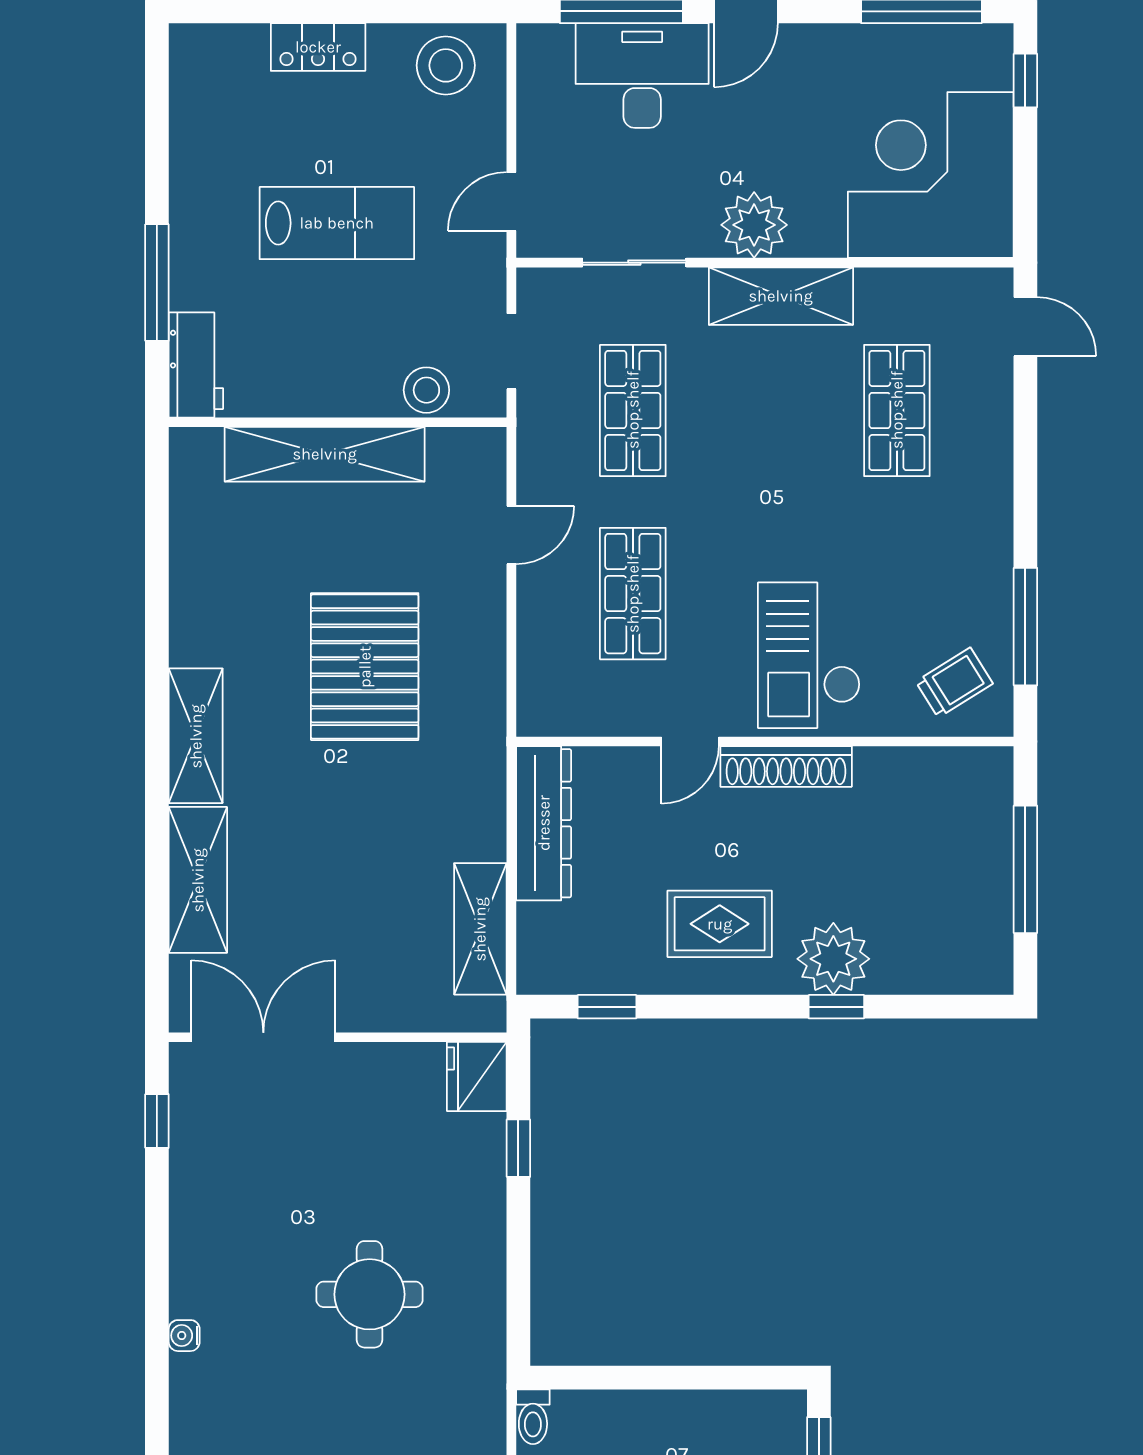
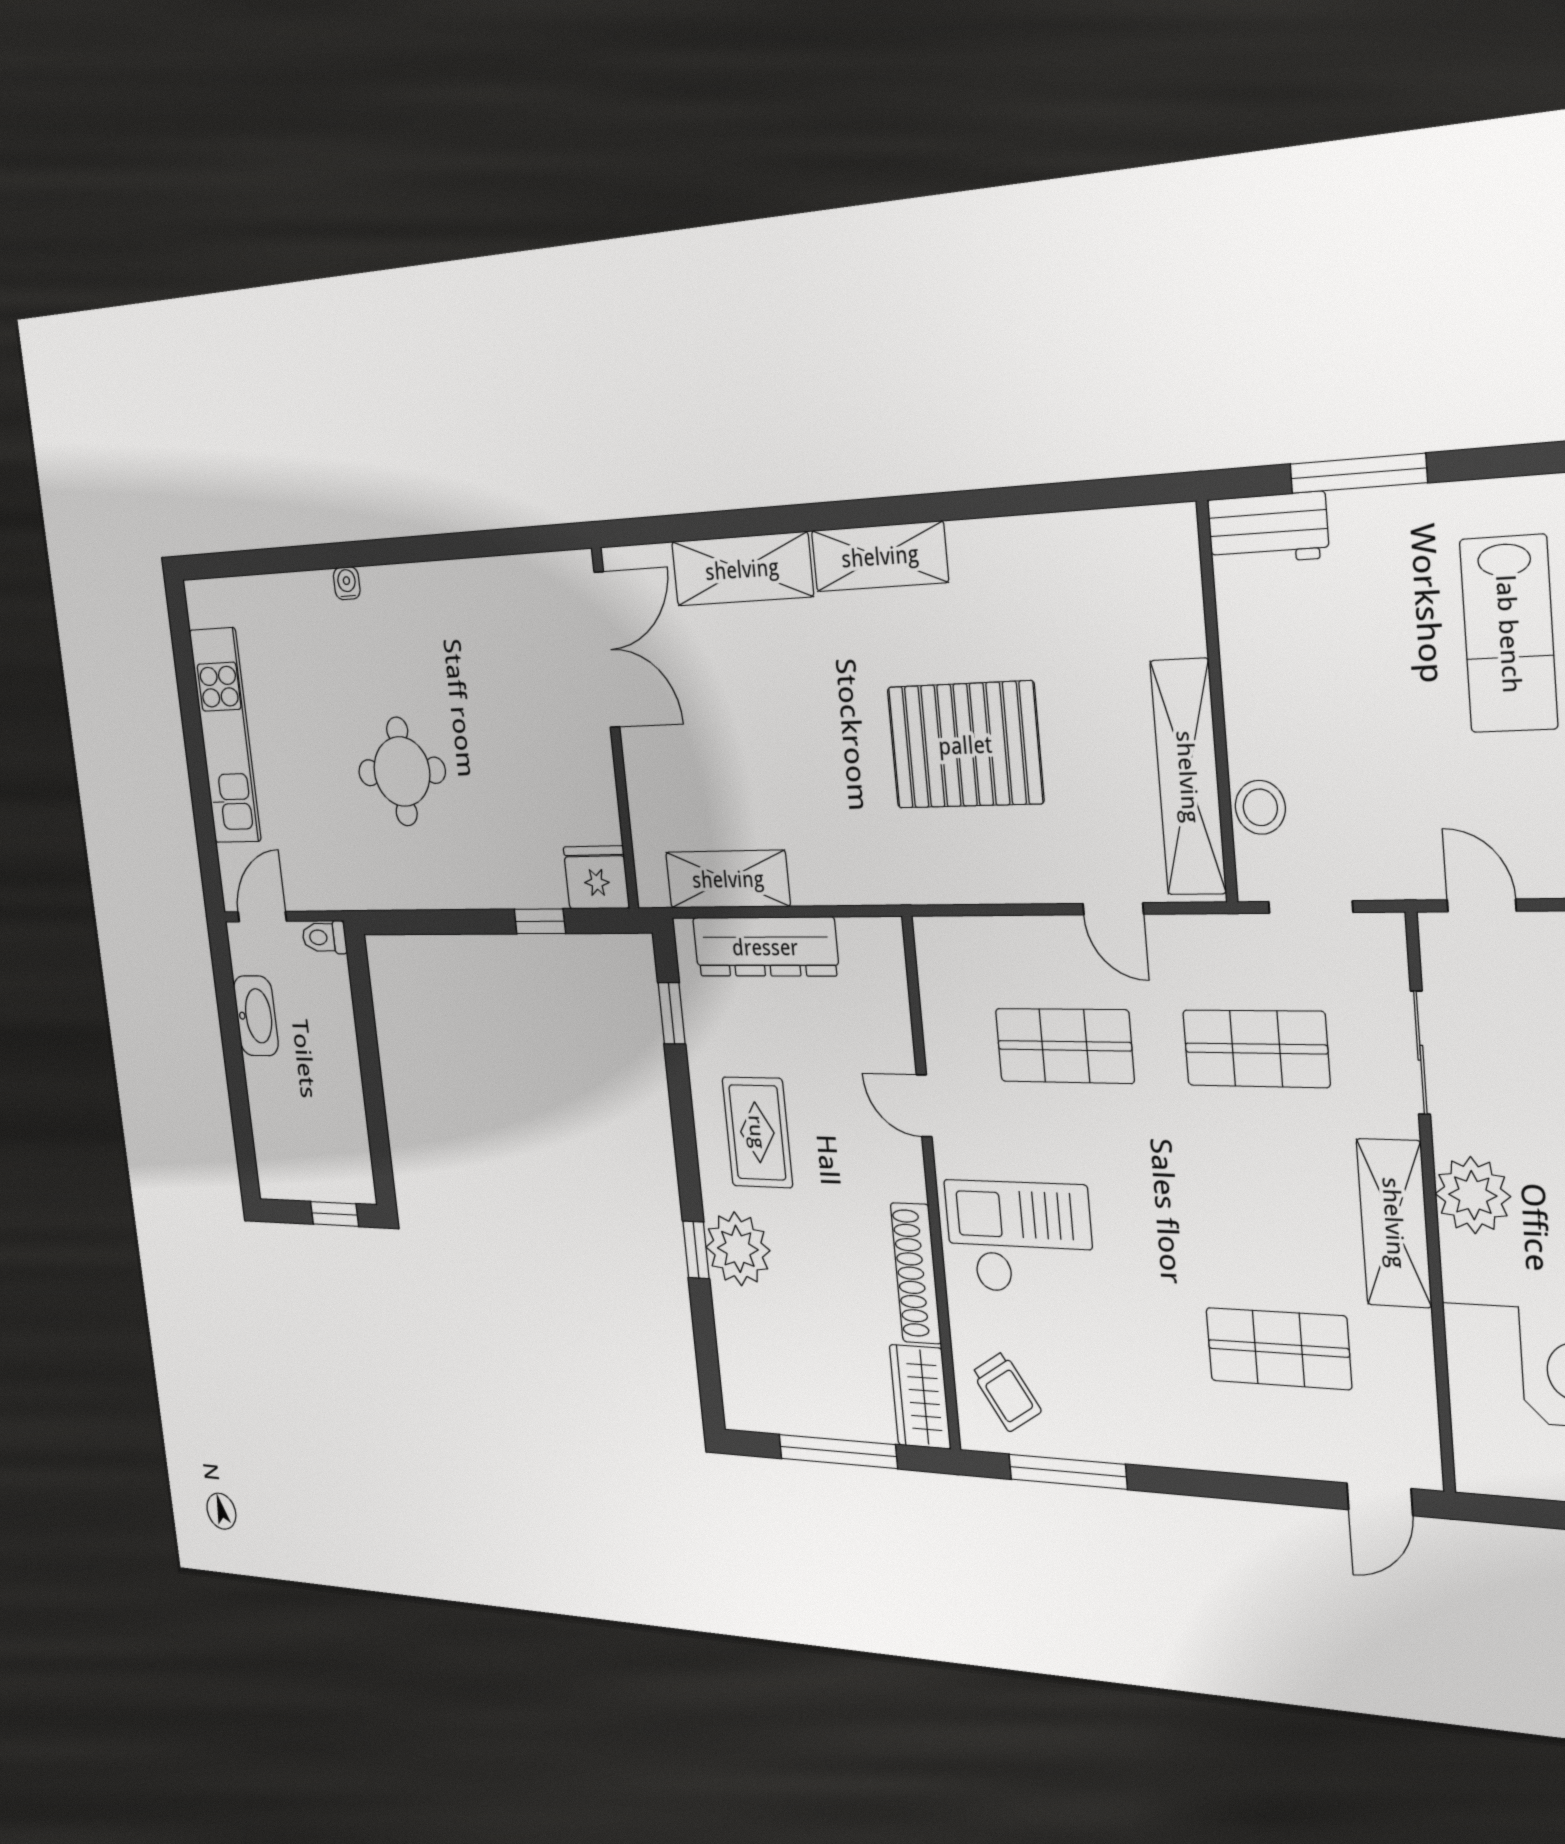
lab bench: (337, 223) -> (1509, 634), moved
shelving: (325, 454) -> (1188, 777), moved
shoe rack: (786, 766) -> (916, 1273), moved
wardrobe: (965, 774) -> (920, 1397), added
dresser: (544, 823) -> (765, 947), moved
window: (157, 1121) -> (522, 541), removed

